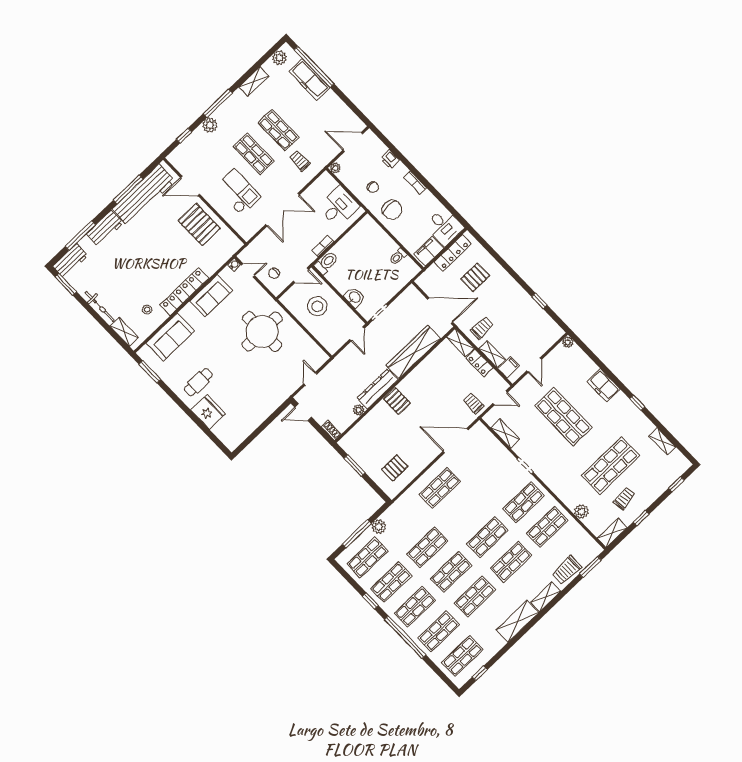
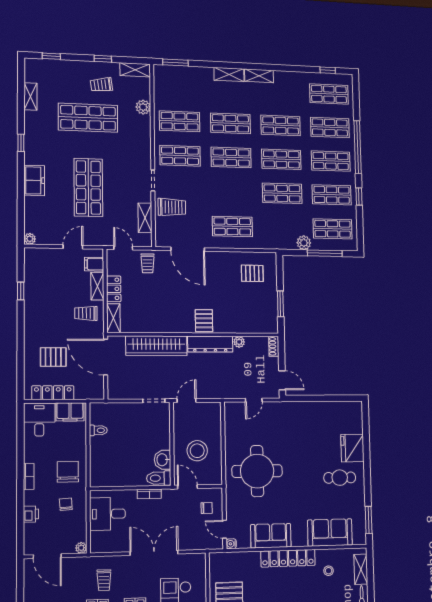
washbasin: (354, 297) -> (163, 460), moved
trolley: (567, 570) -> (172, 207), moved
shelving: (517, 621) -> (259, 76), width x0.67, depth x0.75

